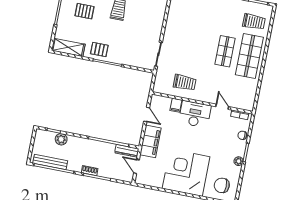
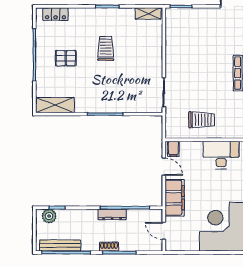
pallet: (99, 50) -> (92, 100), removed
filing cabinet: (176, 105) -> (173, 149), moved
plant: (61, 139) -> (49, 216), moved
dresser: (127, 151) -> (112, 214), moved

